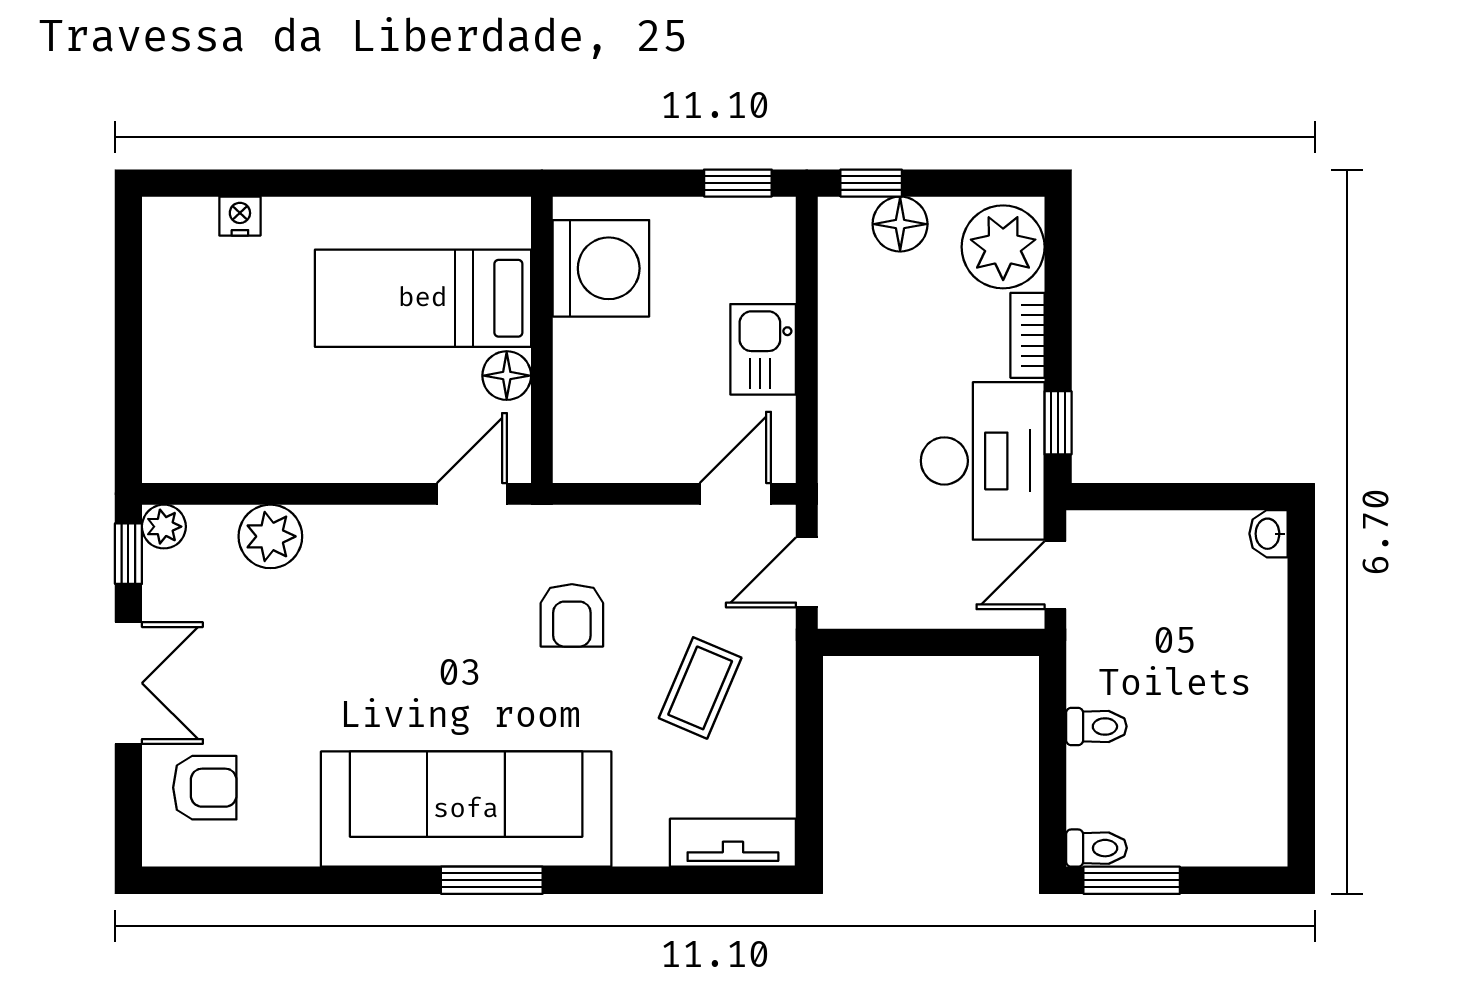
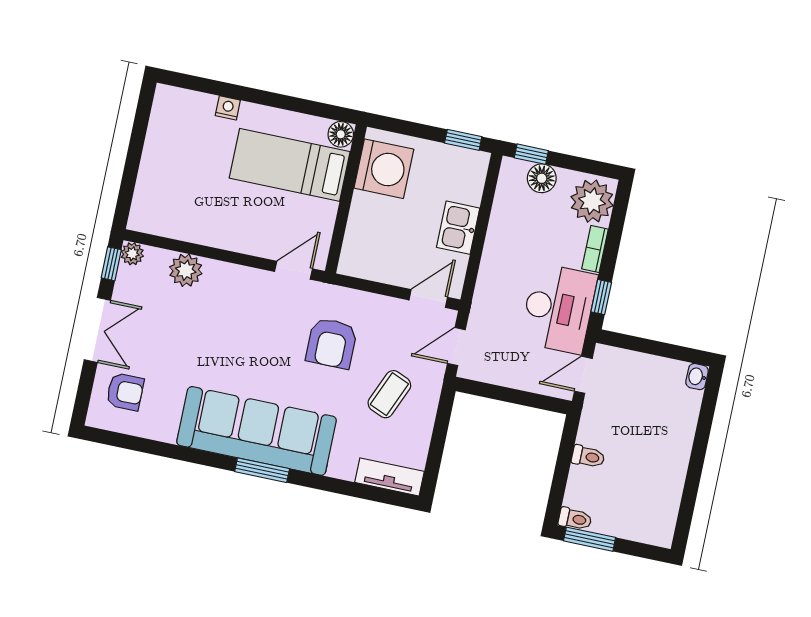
nightstand: (240, 216) -> (228, 108), moved
floor lamp: (507, 376) -> (341, 134), moved
armchair: (572, 615) -> (332, 343), width x1.38, depth x1.38

